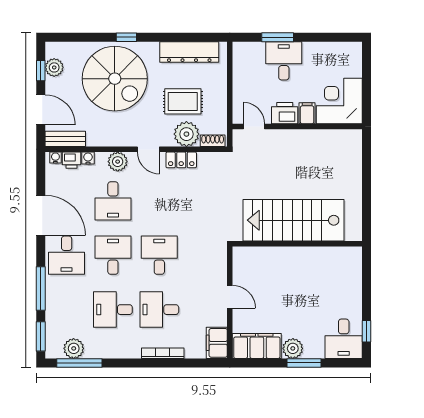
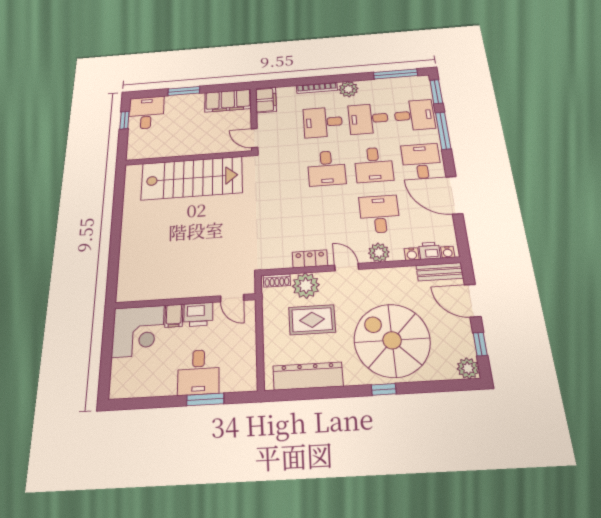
plant: (54, 67) -> (468, 368), moved
stairs: (293, 220) -> (192, 178), moved
wall: (297, 244) -> (189, 158), moved
desk: (67, 310) -> (414, 115), added
desk: (113, 310) -> (368, 119), turned 180
desk: (159, 310) -> (323, 122), turned 180
plant: (74, 348) -> (348, 89), moved
plant: (293, 348) -> (194, 101), removed

